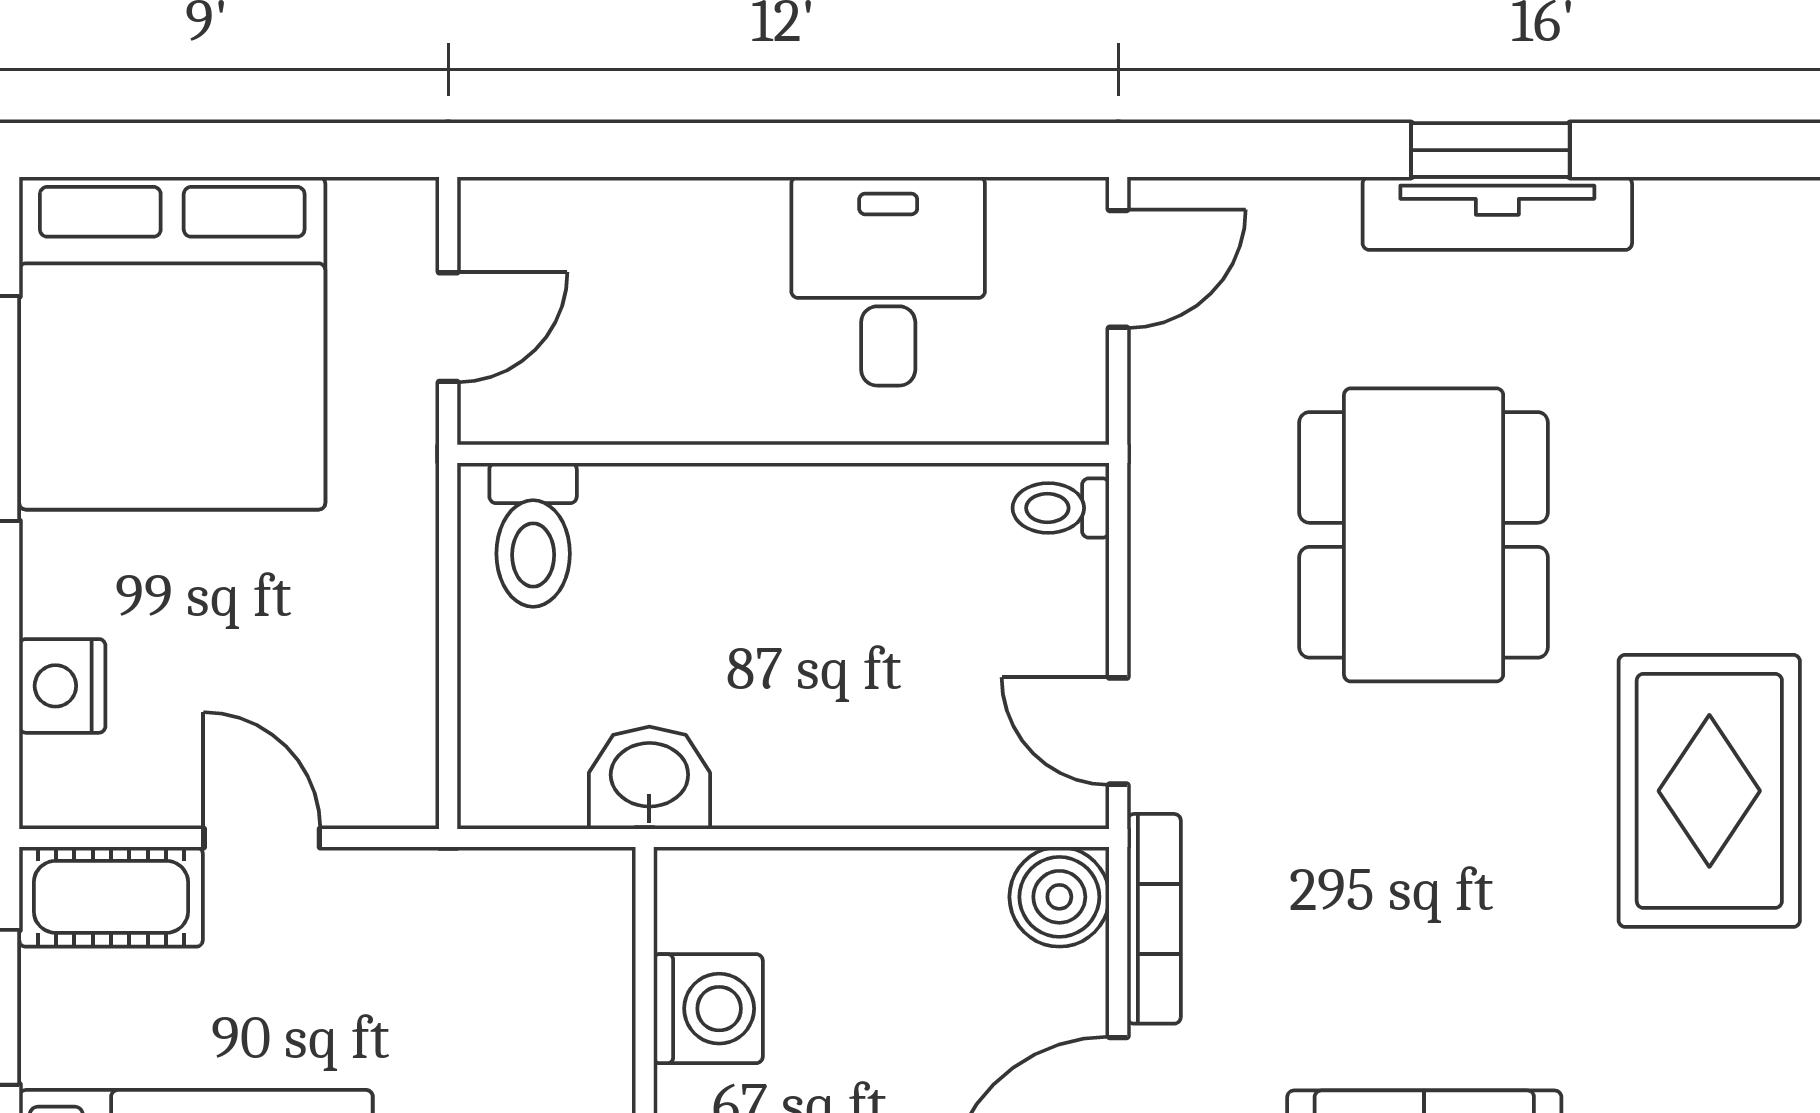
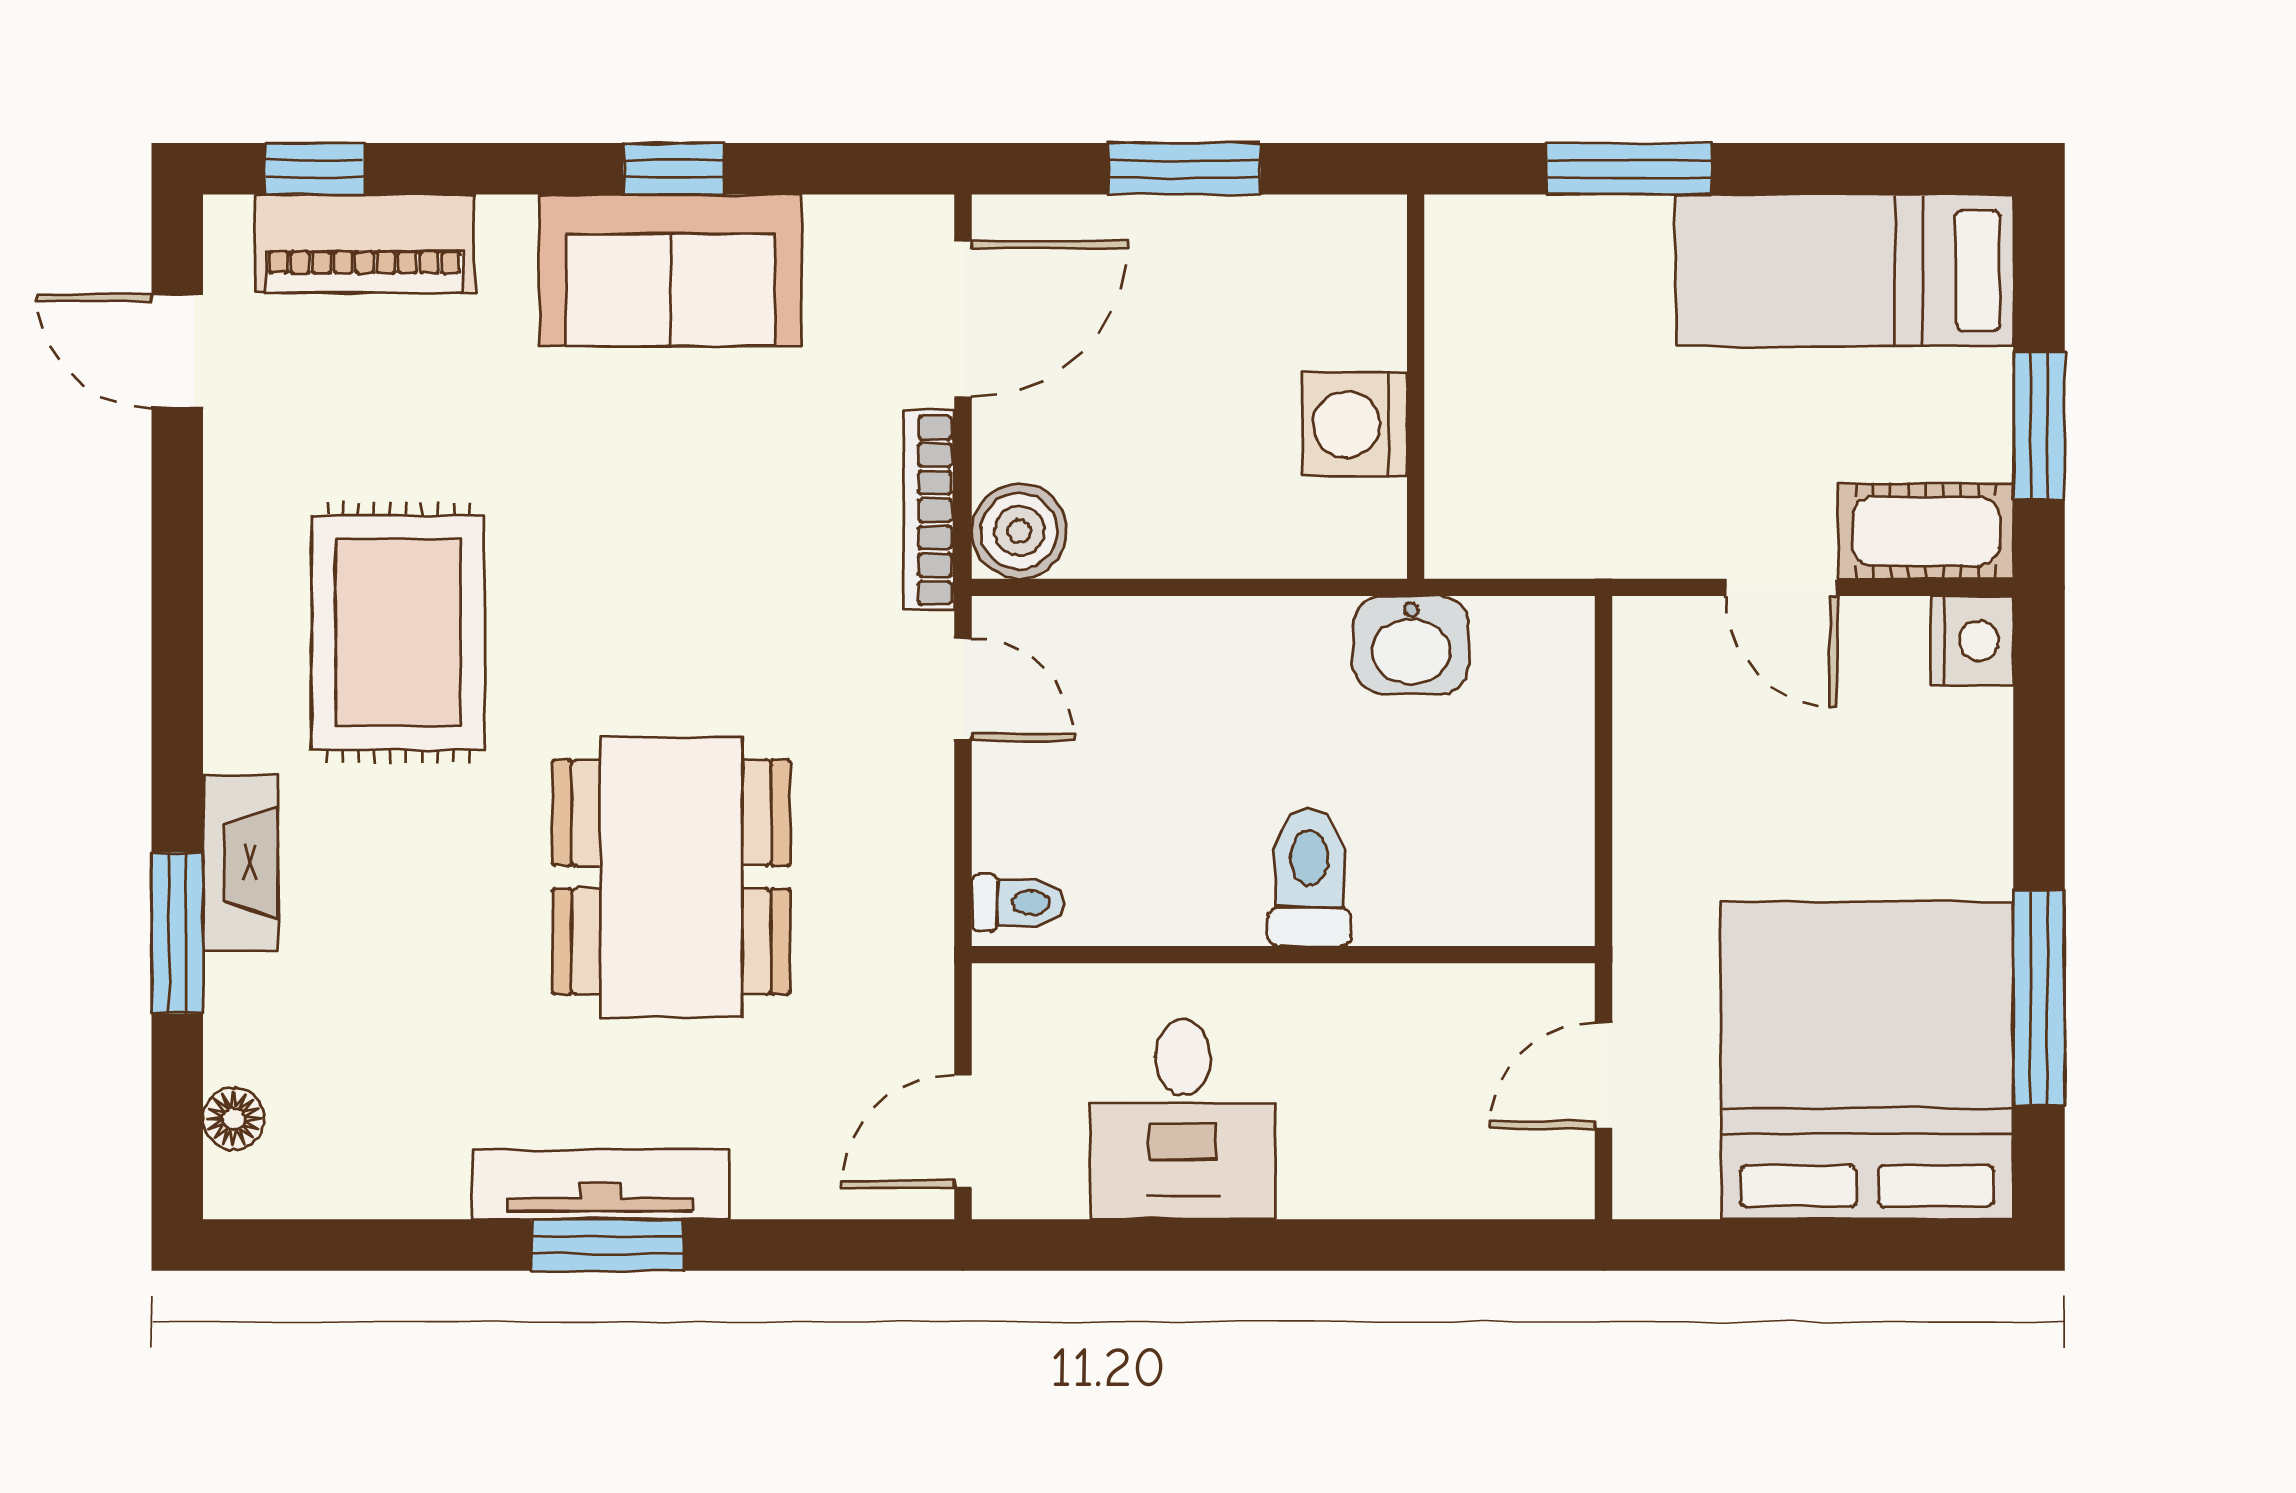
toilet: (533, 535) -> (1309, 877), moved
nightstand: (62, 686) -> (1972, 641), moved

